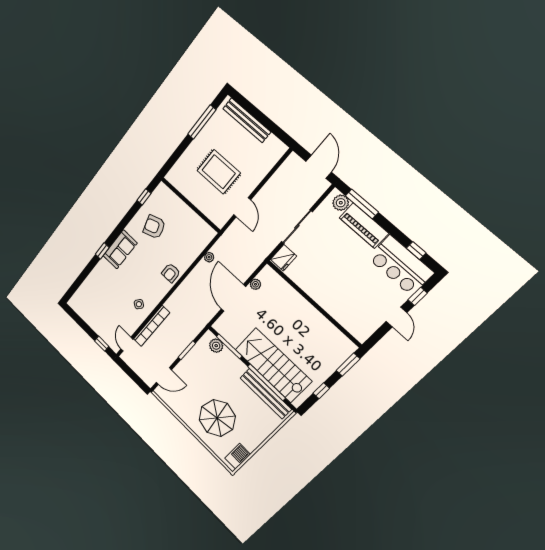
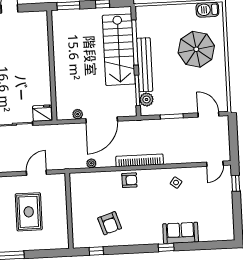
sofa: (120, 249) -> (181, 233), moved
bookcase: (152, 326) -> (140, 160), moved
bench: (266, 394) -> (145, 65), moved

